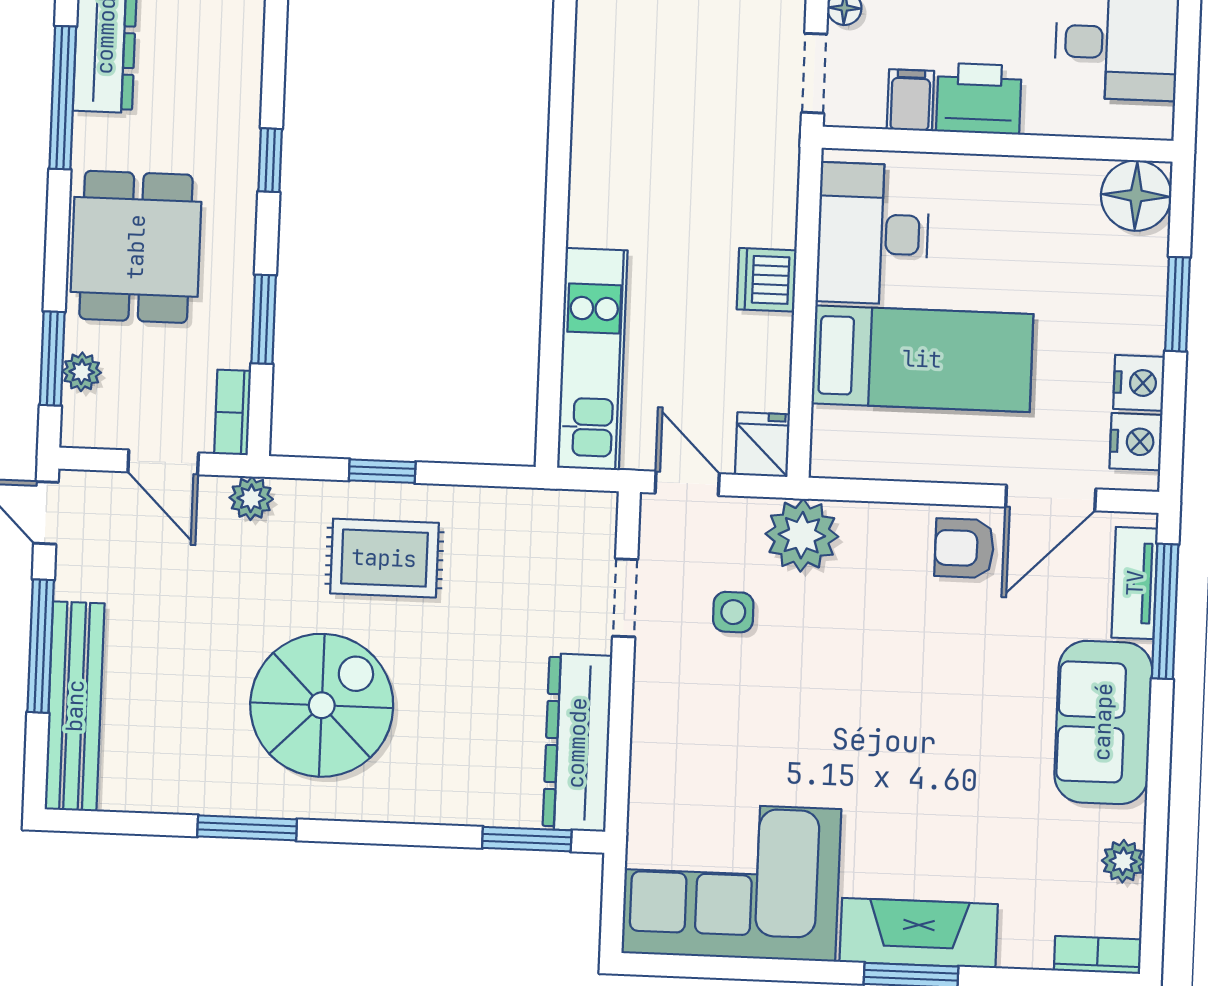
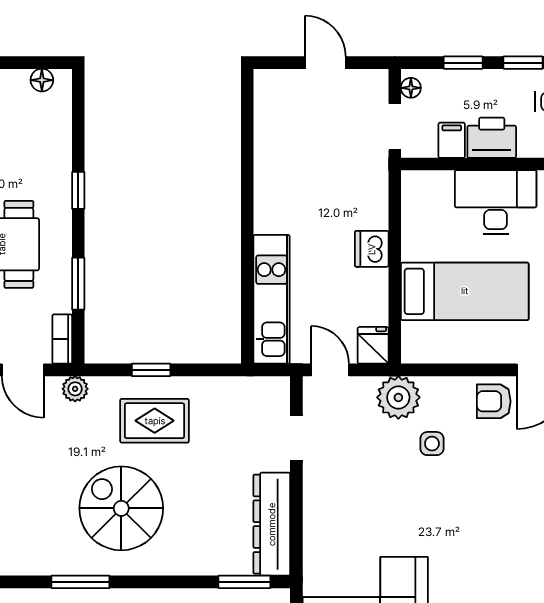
desk: (873, 234) -> (496, 202), moved, turned 90
side table: (733, 612) -> (432, 444), moved
spiral stairs: (322, 705) -> (121, 508), turned -90

